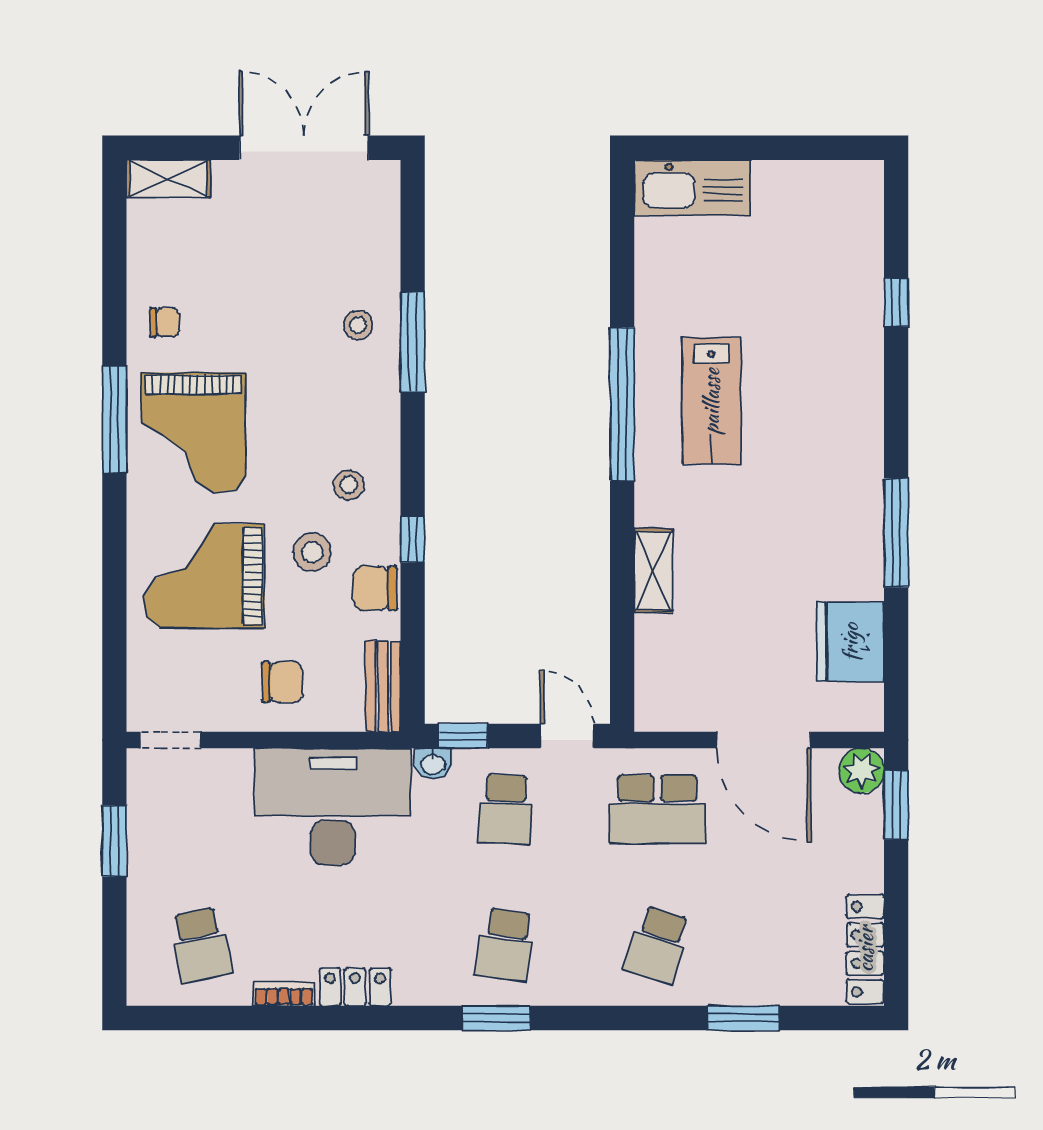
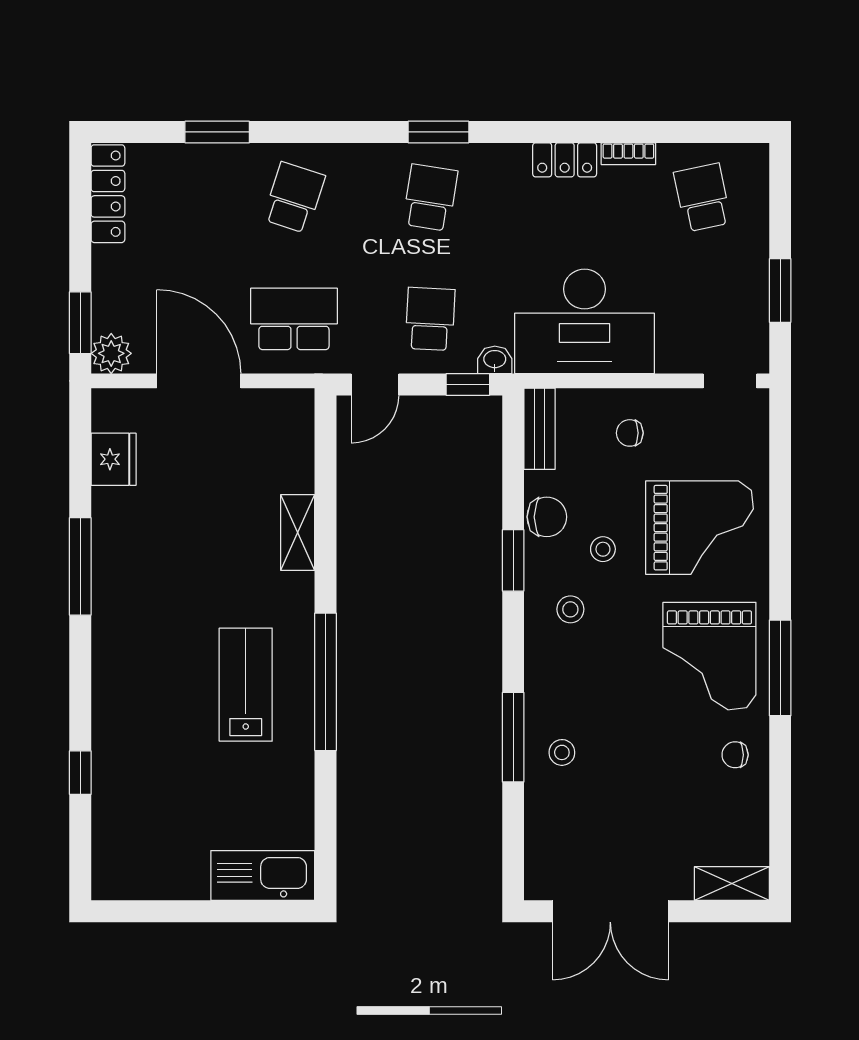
grand piano: (193, 433) -> (709, 656), turned 180
window: (413, 540) -> (513, 560), width x1.50
stool: (312, 552) -> (603, 549), width x0.73, depth x0.73
fridge: (850, 642) -> (114, 459), width x0.73, depth x0.75
chair: (282, 682) -> (630, 433), width x0.73, depth x0.73
door: (567, 736) -> (375, 385), hinge flipped

